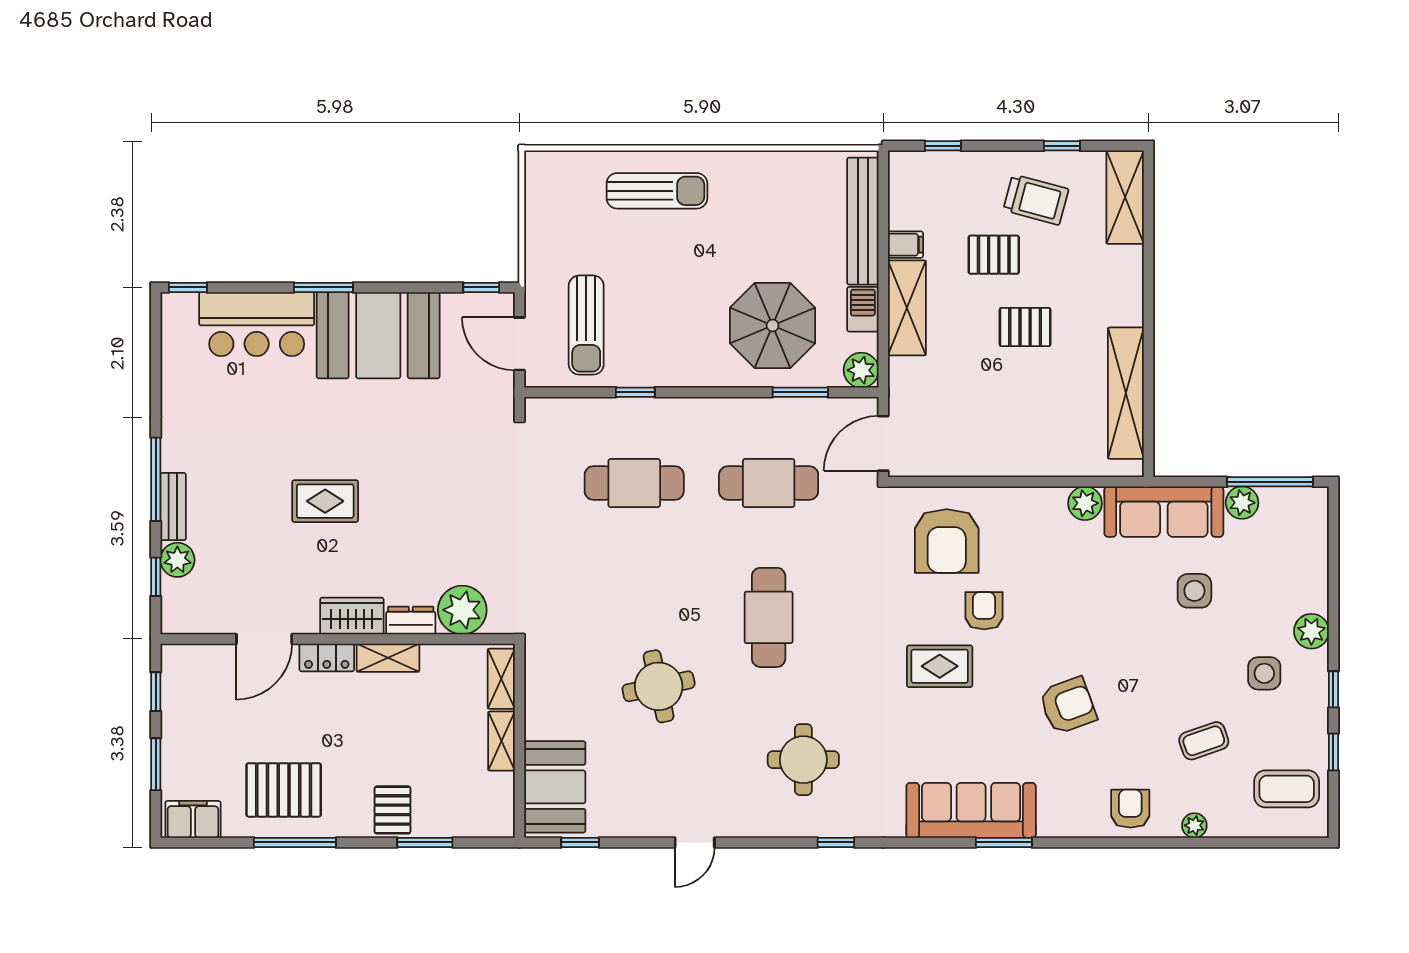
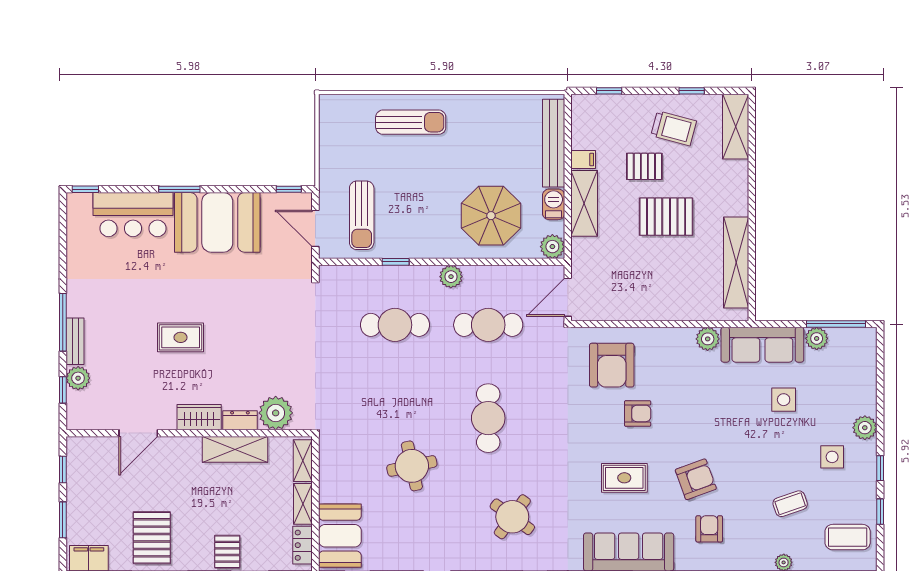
pallet: (1025, 327) -> (666, 217), width x1.50, depth x1.42
window: (800, 392) -> (510, 262), removed
plant: (715, 413) -> (451, 277), added
armchair: (984, 611) -> (638, 413), turned 90
locker: (327, 657) -> (303, 545), moved, turned 90
shelving: (388, 658) -> (235, 449), width x1.50, depth x1.33
rug: (940, 666) -> (624, 478), moved
round table: (803, 760) -> (512, 517), turned 36
pallet: (284, 790) -> (152, 538), turned 90
armchair: (1130, 809) -> (709, 529), moved

